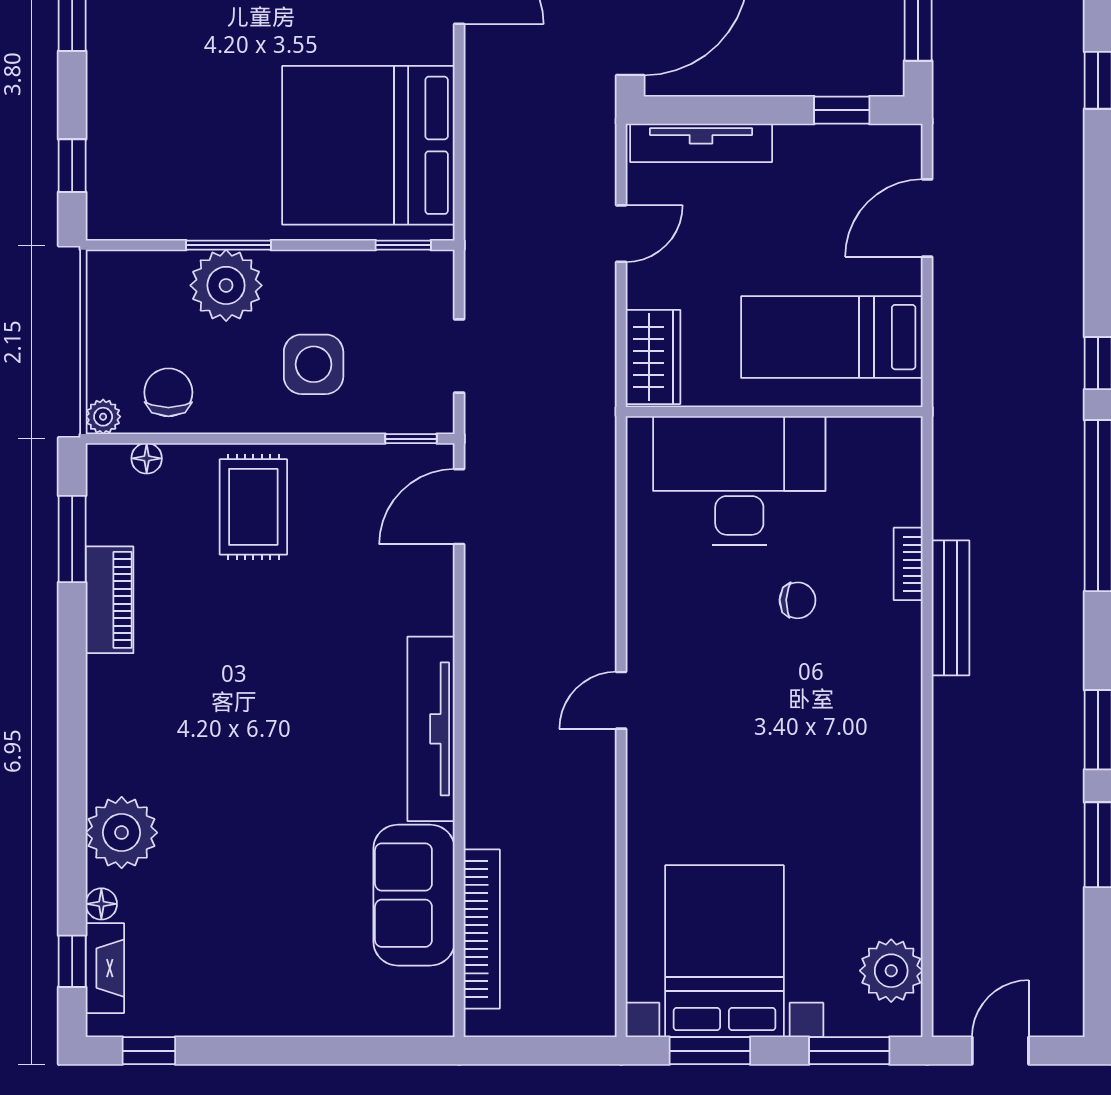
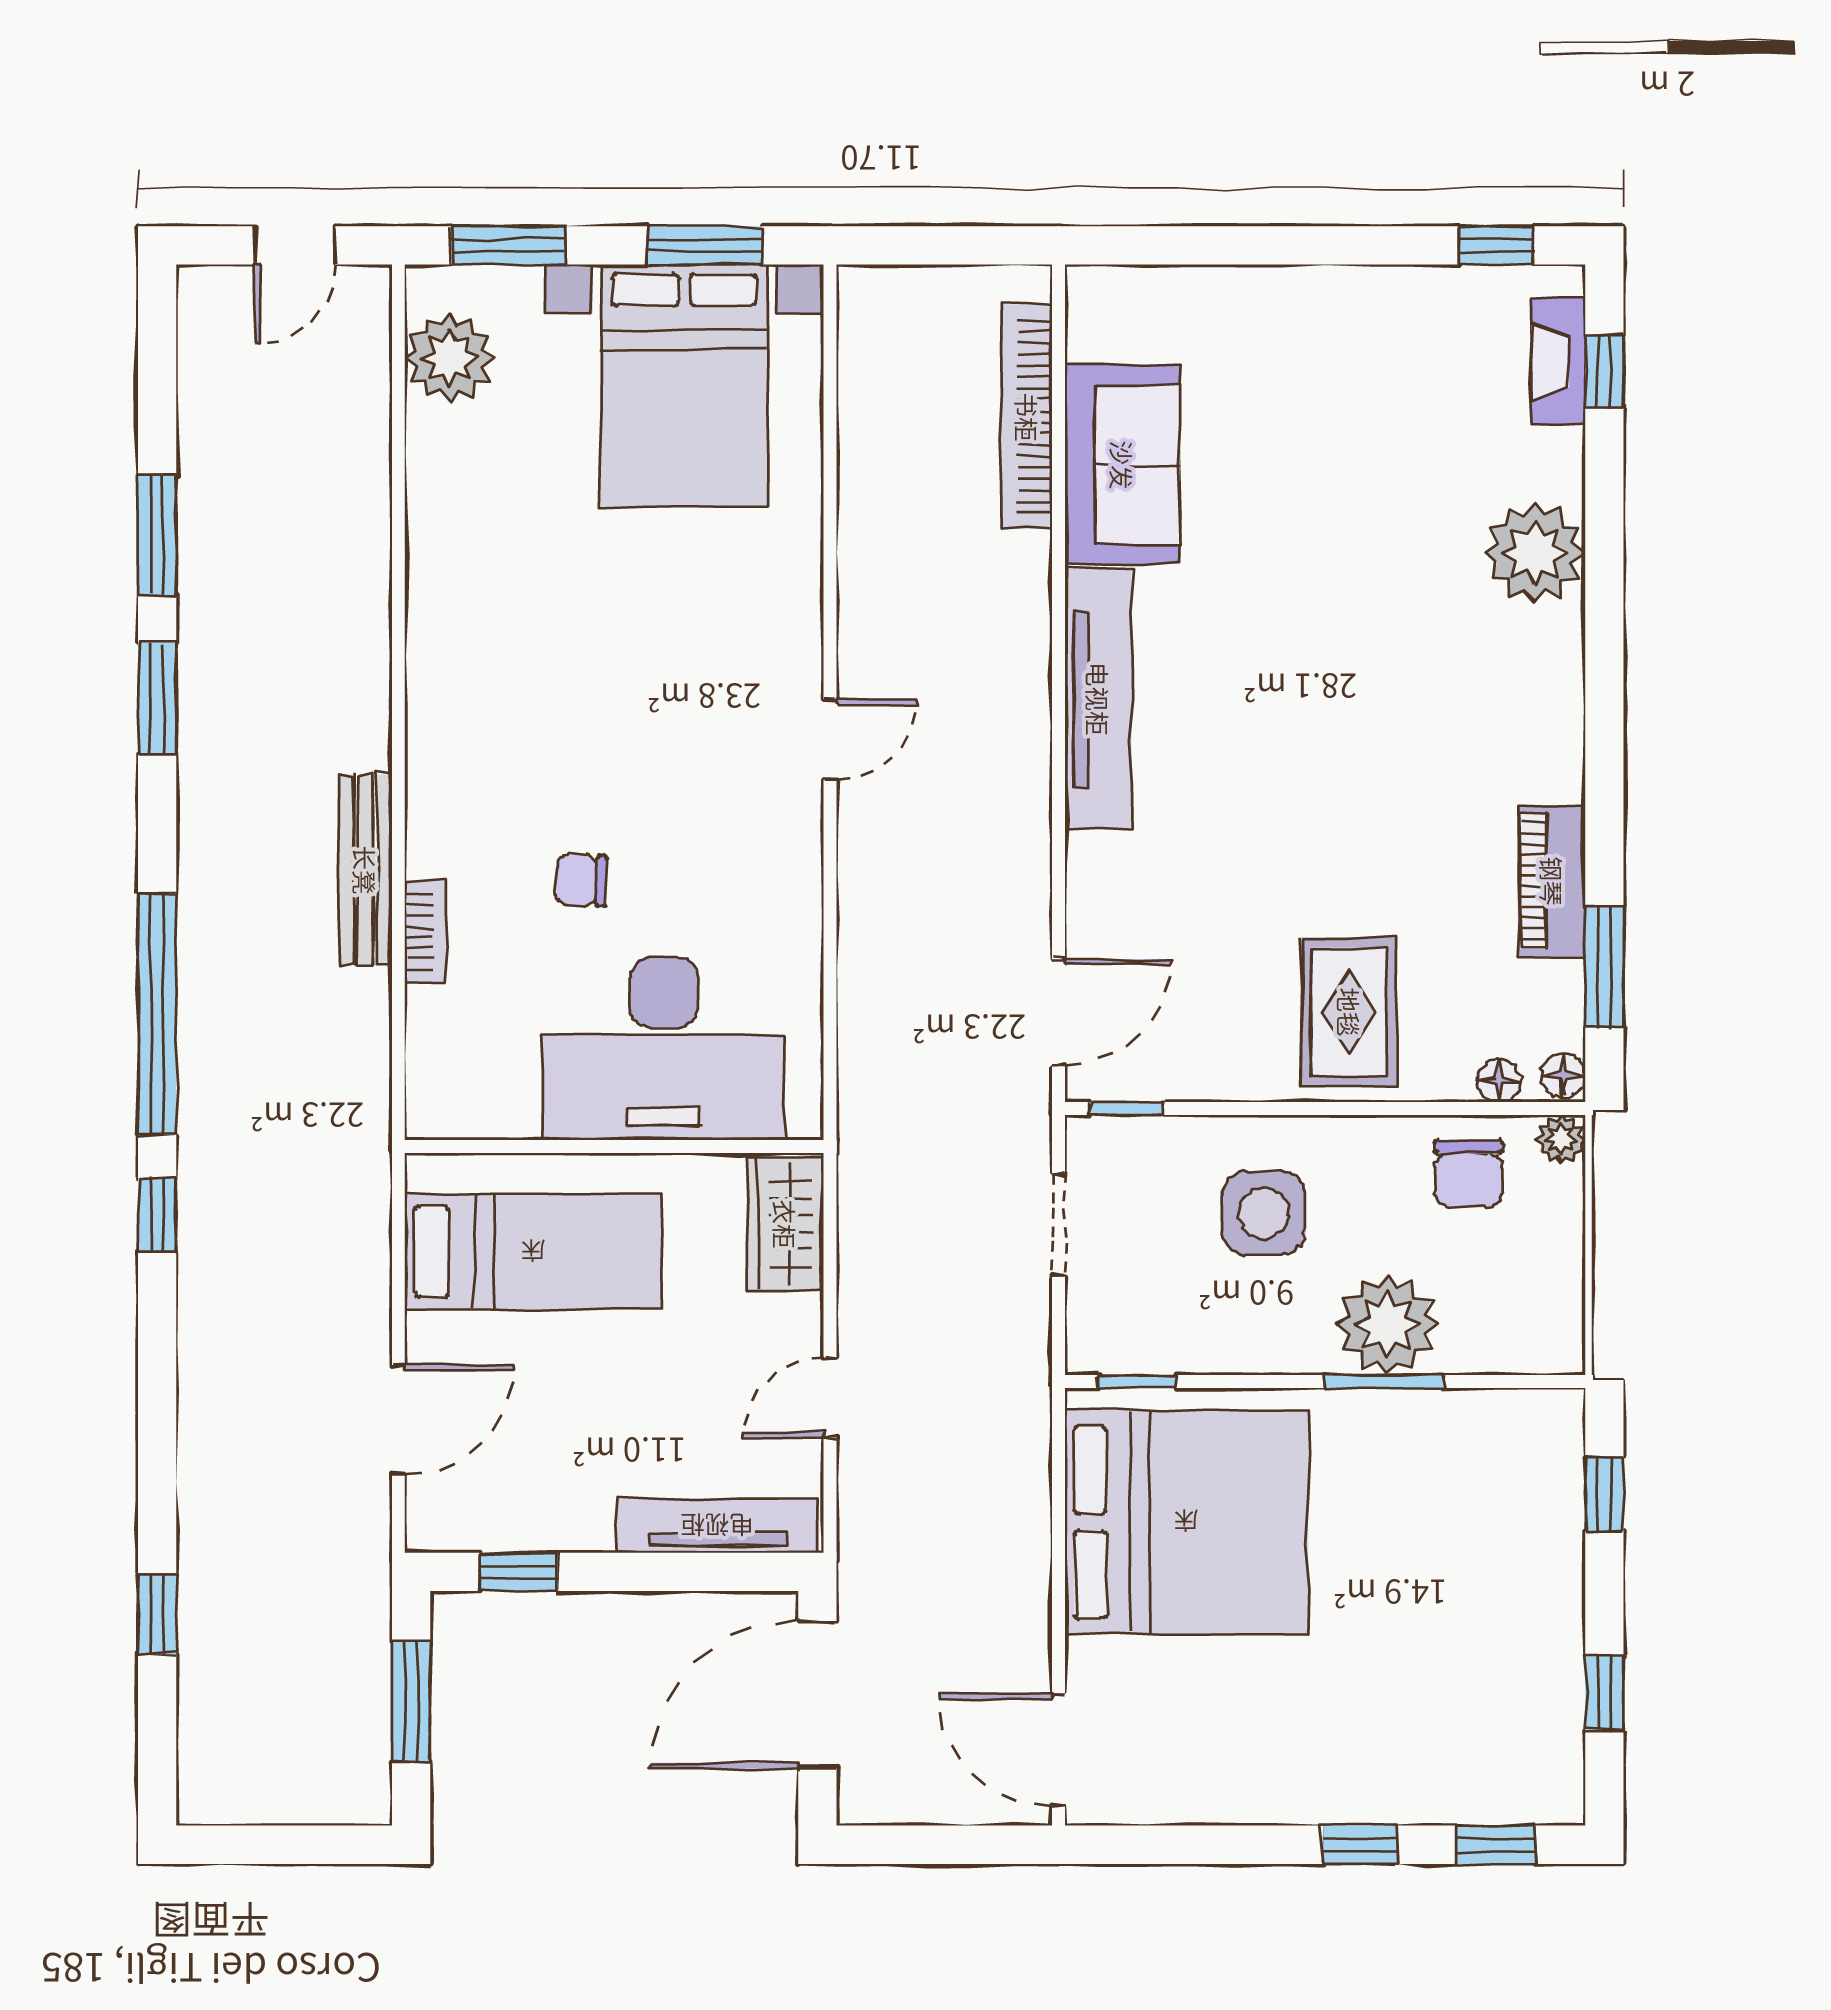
floor lamp: (101, 904) -> (1563, 1075), moved

